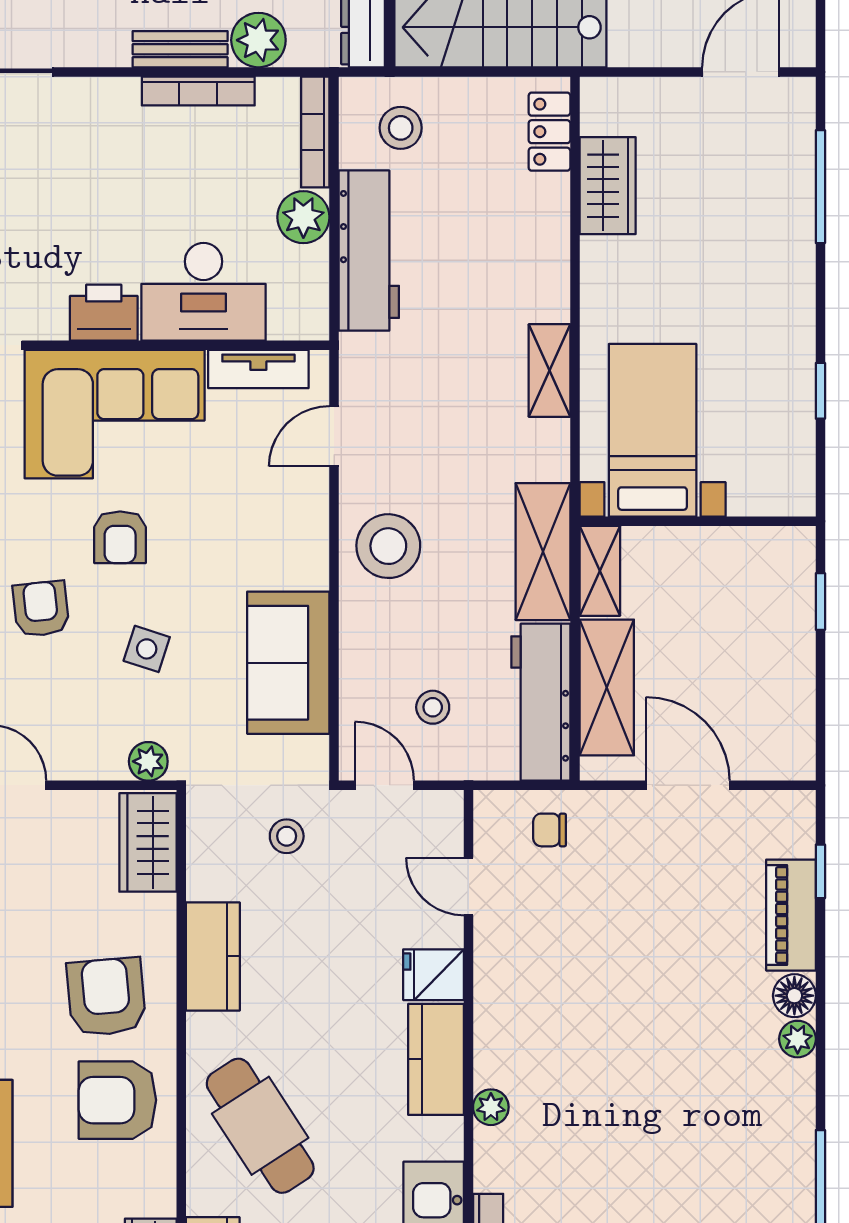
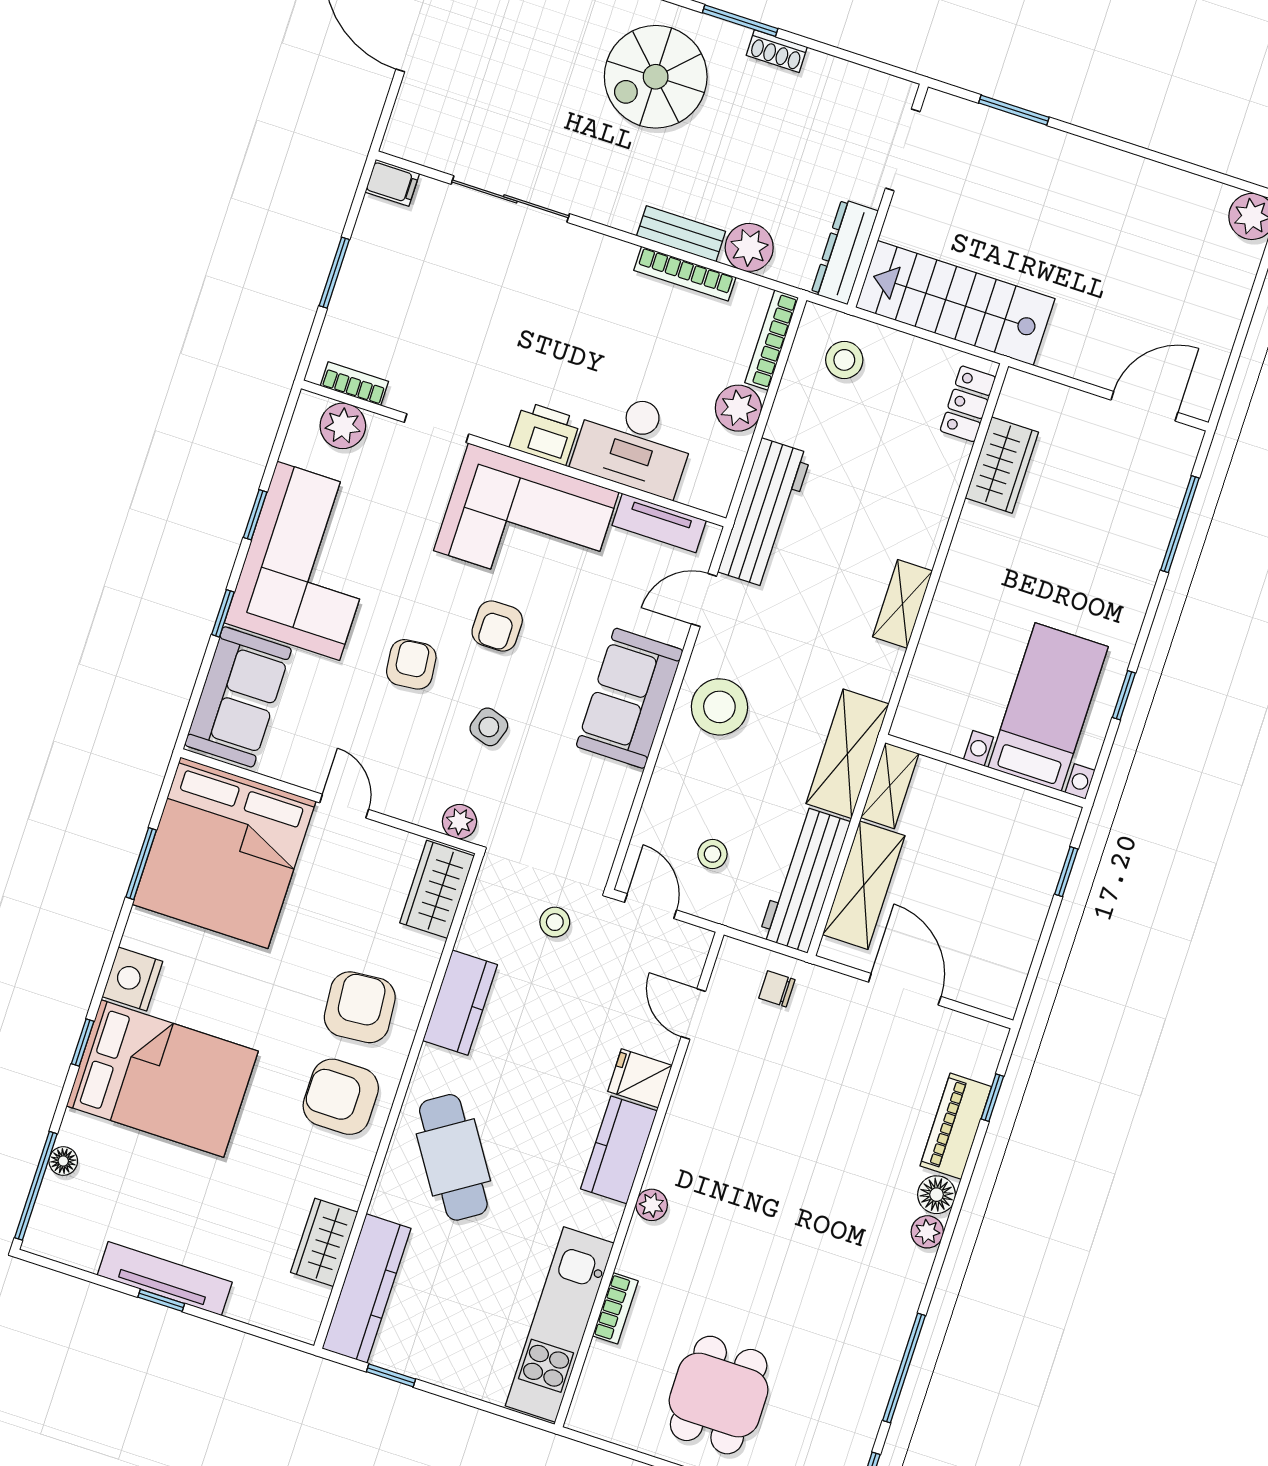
workbench: (369, 251) -> (765, 513), moved
bed with nightstands: (653, 430) -> (1048, 707), moved
sofa: (288, 663) -> (630, 698), moved

